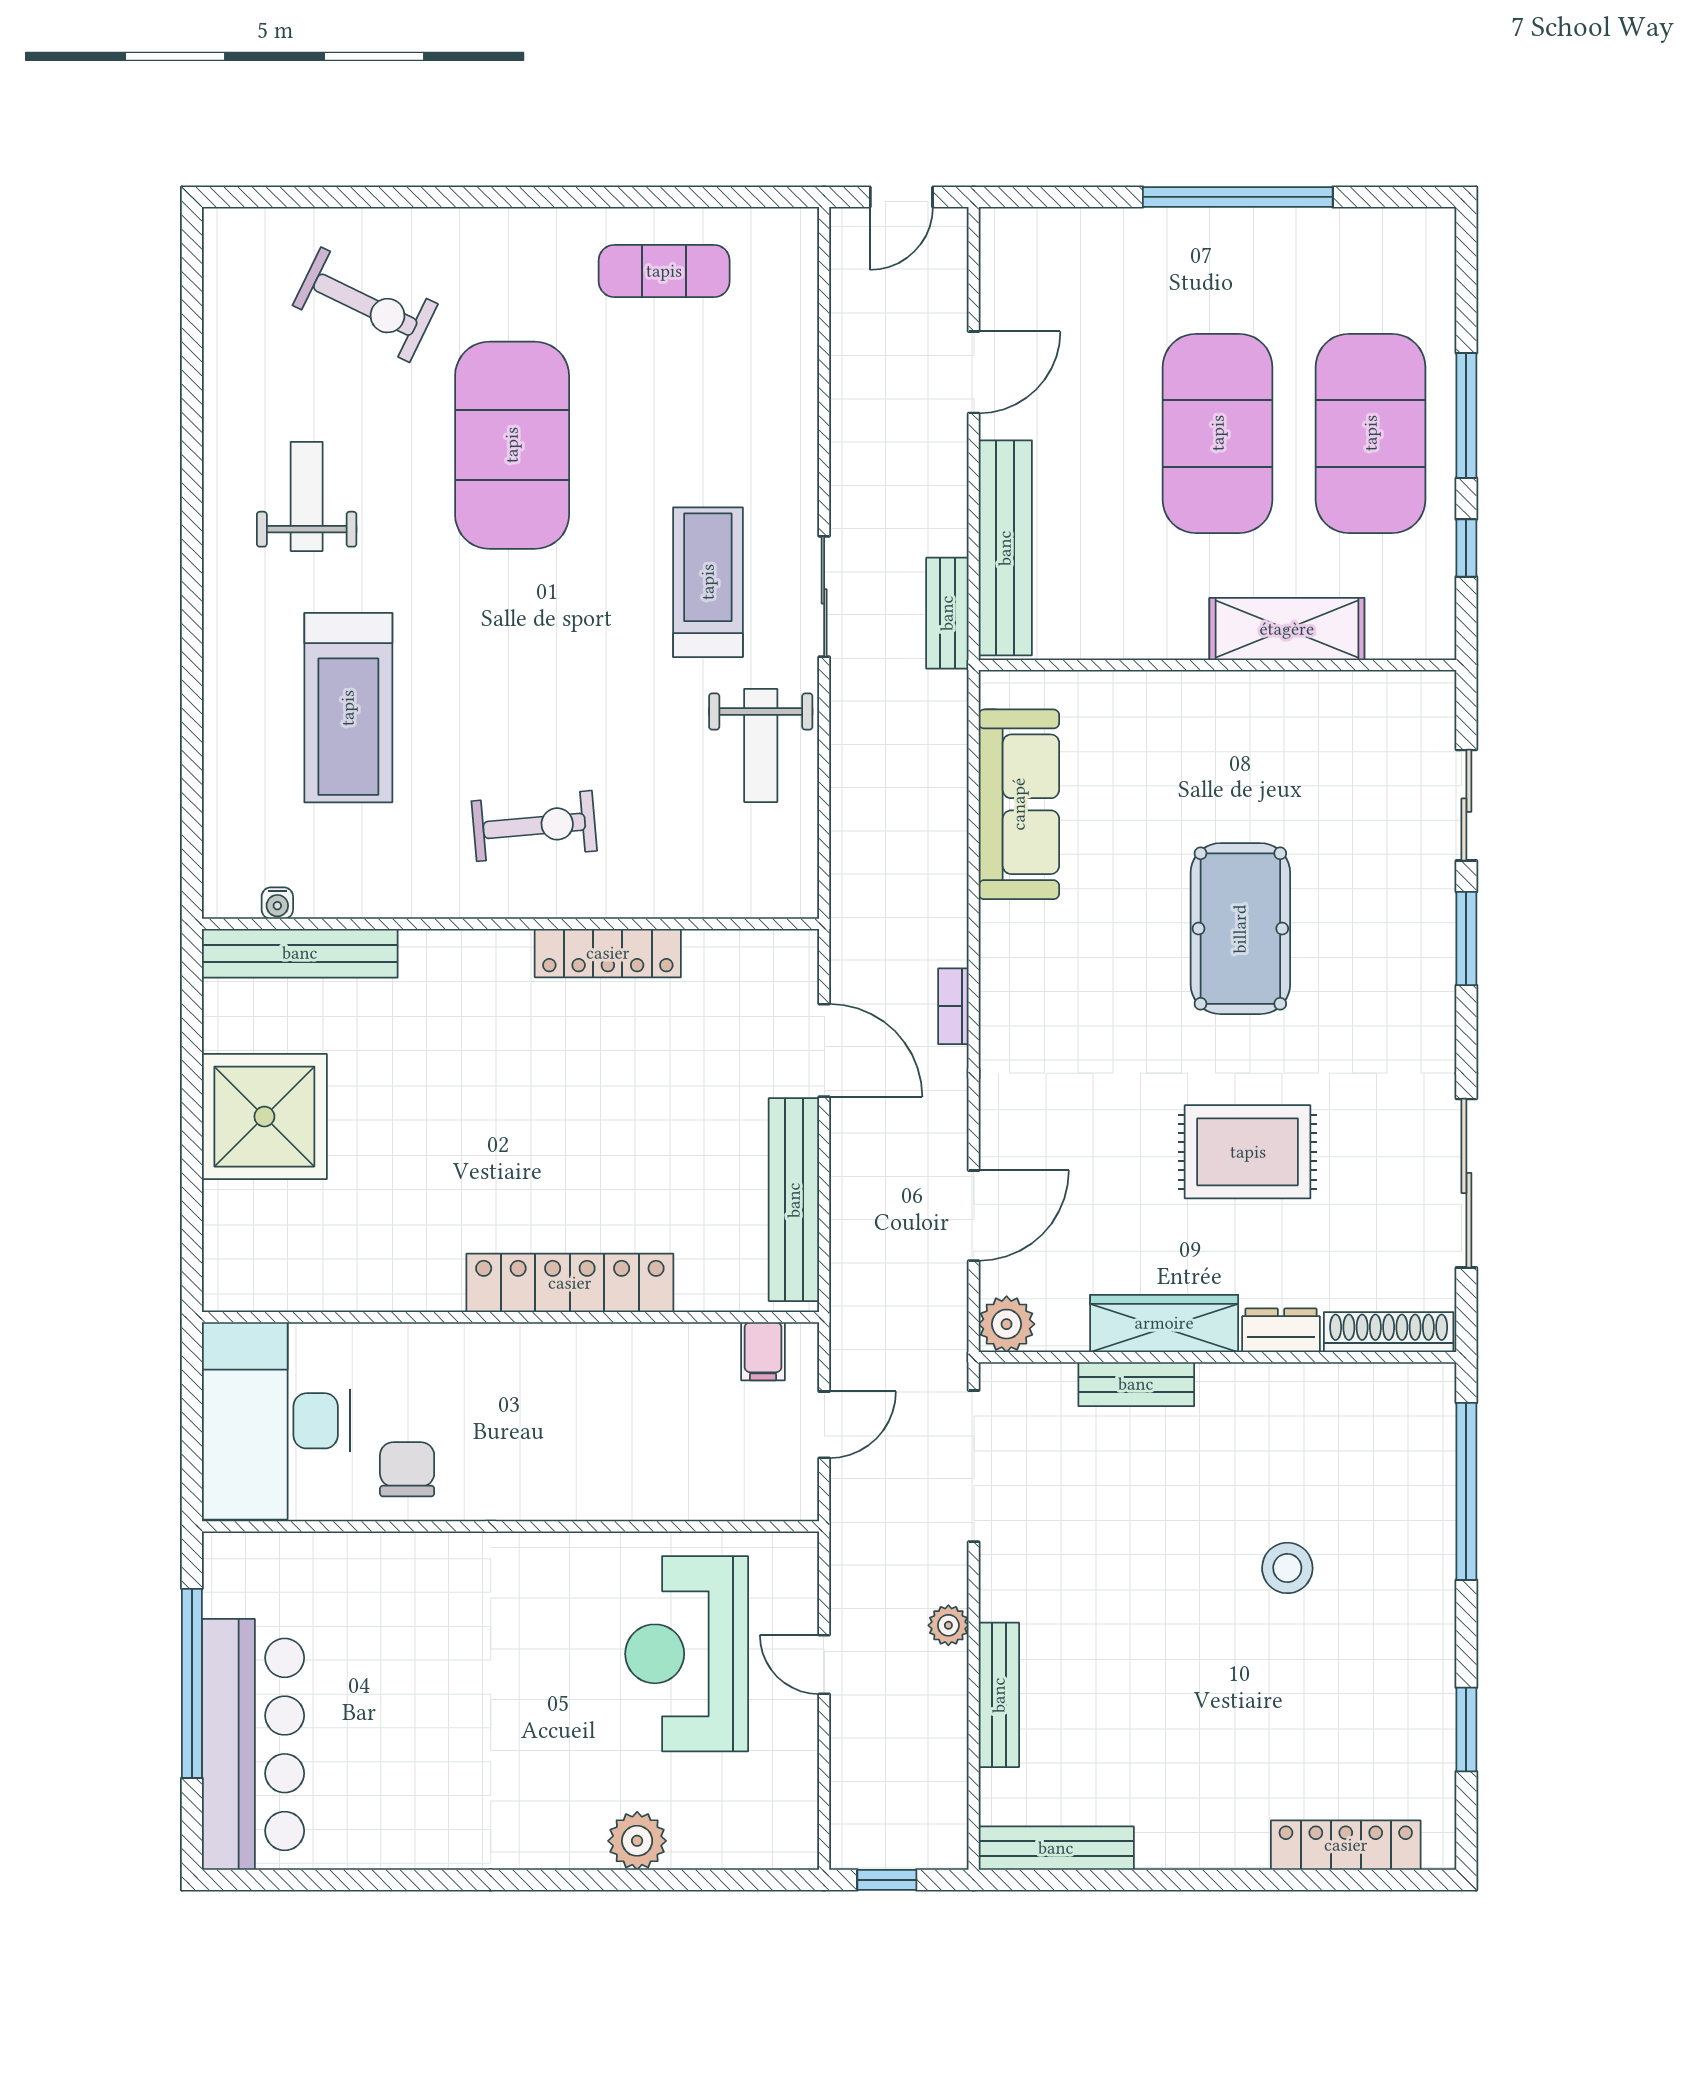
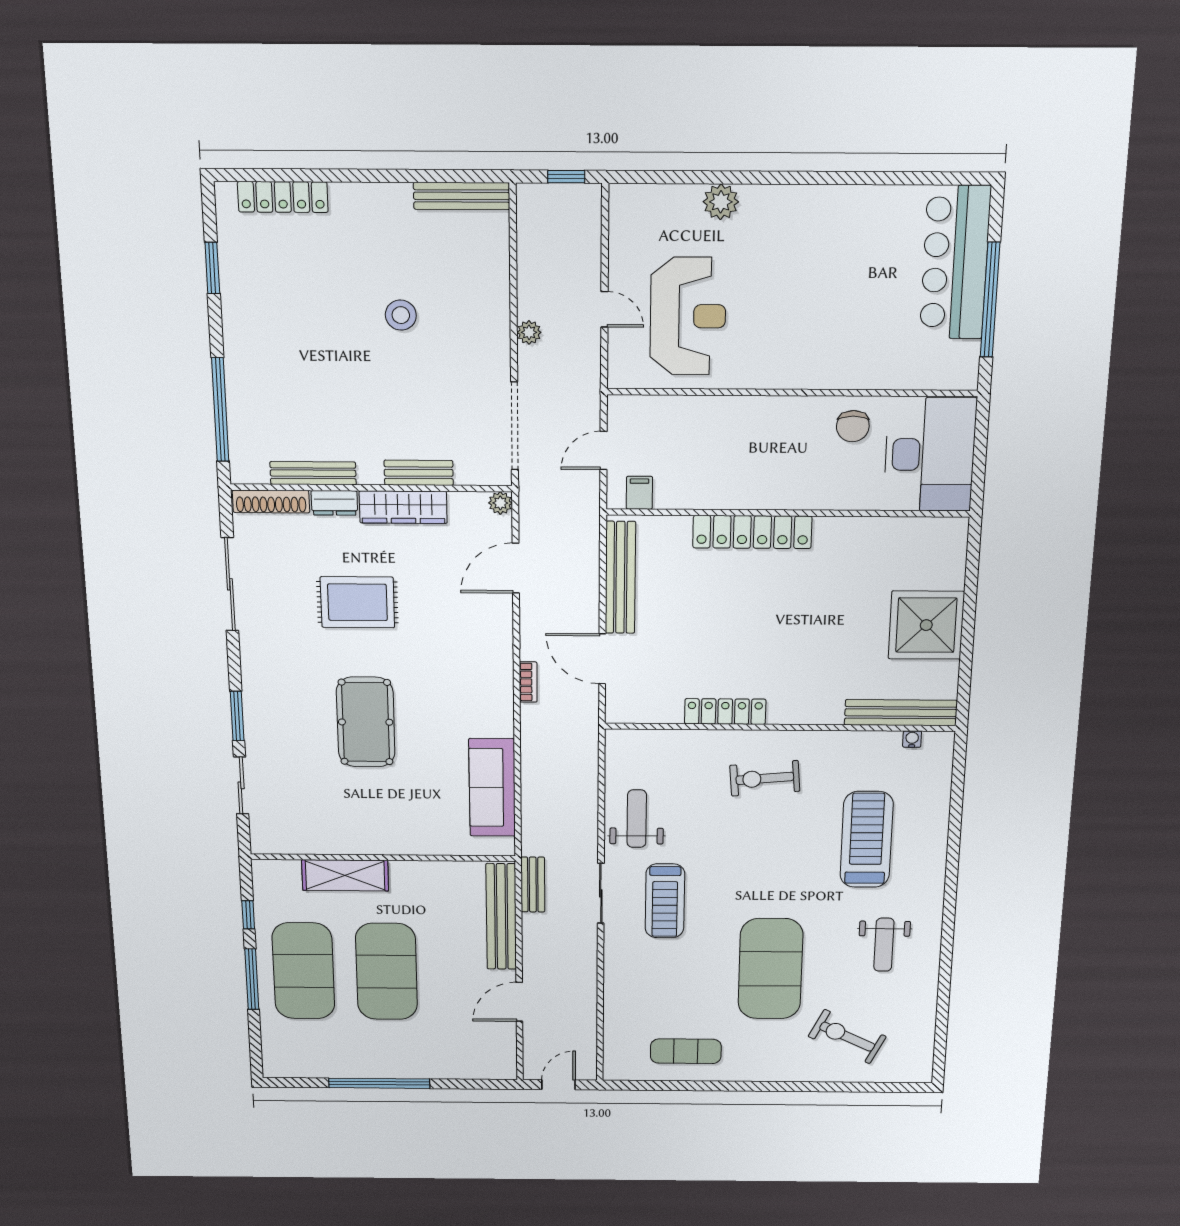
plant: (1007, 1324) -> (500, 503), width x0.73, depth x0.73
stool: (1287, 1568) -> (401, 315), moved
bench: (999, 1695) -> (313, 473), moved, turned 90

